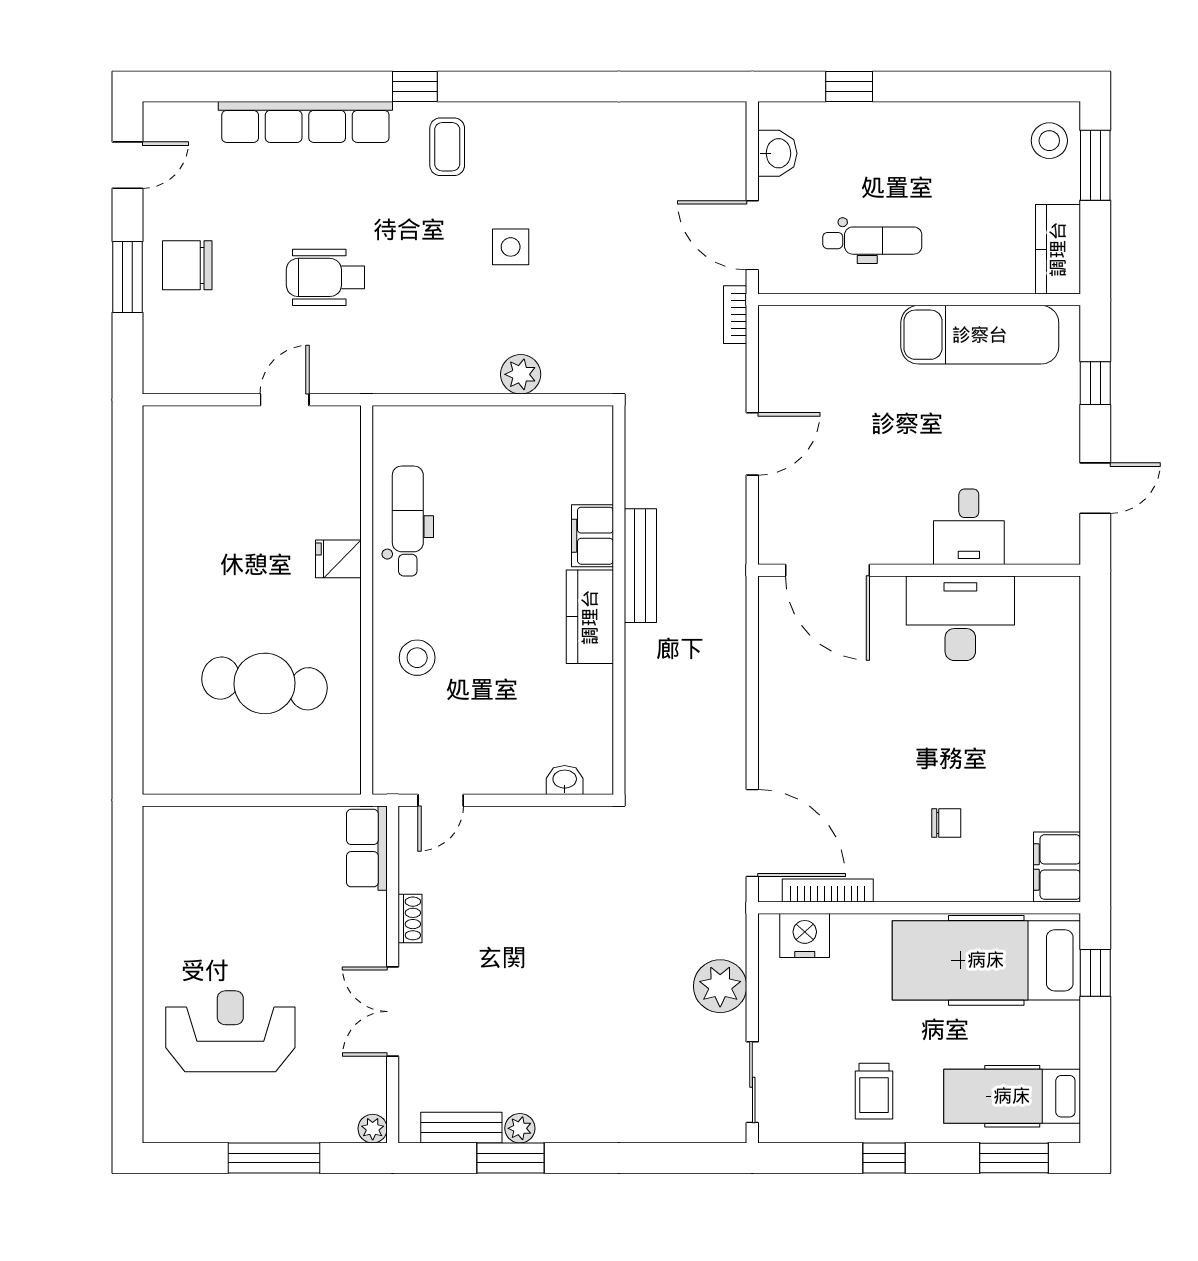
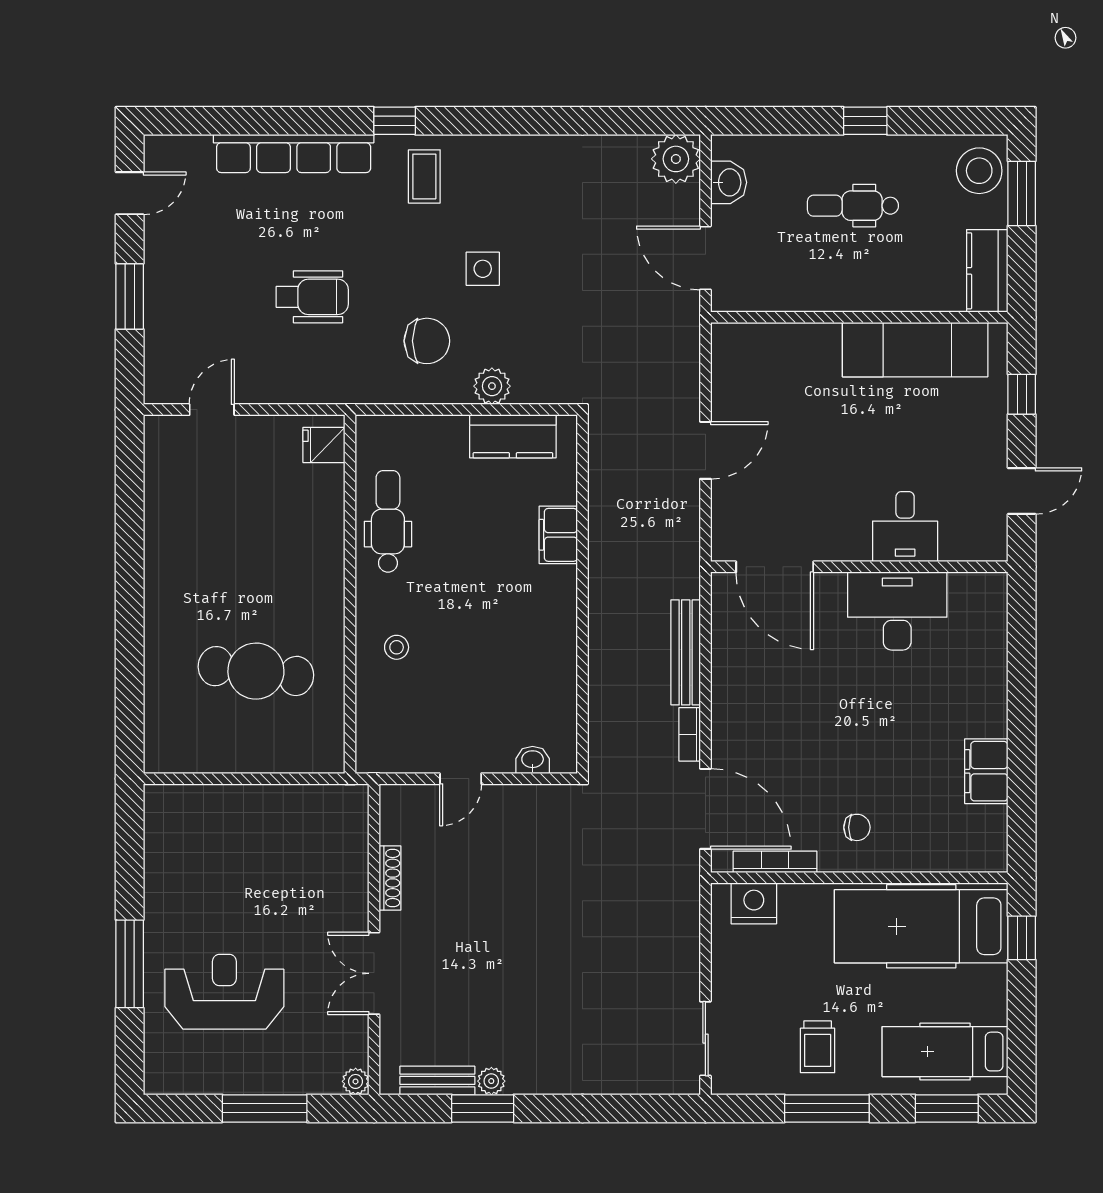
window: (849, 86) -> (865, 121), moved
stool: (1049, 141) -> (979, 171), width x1.38, depth x1.38
dental chair: (872, 241) -> (853, 206), moved, turned 180
chair: (187, 265) -> (427, 341), moved, turned 180
wheelchair: (326, 277) -> (312, 297), turned 180
bookcase: (735, 315) -> (690, 734), moved
door: (285, 400) -> (212, 410), moved
fridge: (338, 559) -> (324, 445), moved
bench: (640, 566) -> (686, 652), moved
kitchen counter: (590, 617) -> (513, 436), moved, turned -90
stool: (417, 658) -> (397, 647), width x0.73, depth x0.73
door: (441, 800) -> (461, 779), moved
chair: (946, 823) -> (857, 827), moved
row of seats: (367, 848) -> (350, 823), removed
filing cabinet: (1057, 867) -> (986, 771), moved
shoe rack: (410, 918) -> (390, 878), width x1.43
plant: (720, 986) -> (676, 159), moved
window: (128, 1001) -> (130, 964), added
window: (884, 1158) -> (827, 1108), width x2.17

